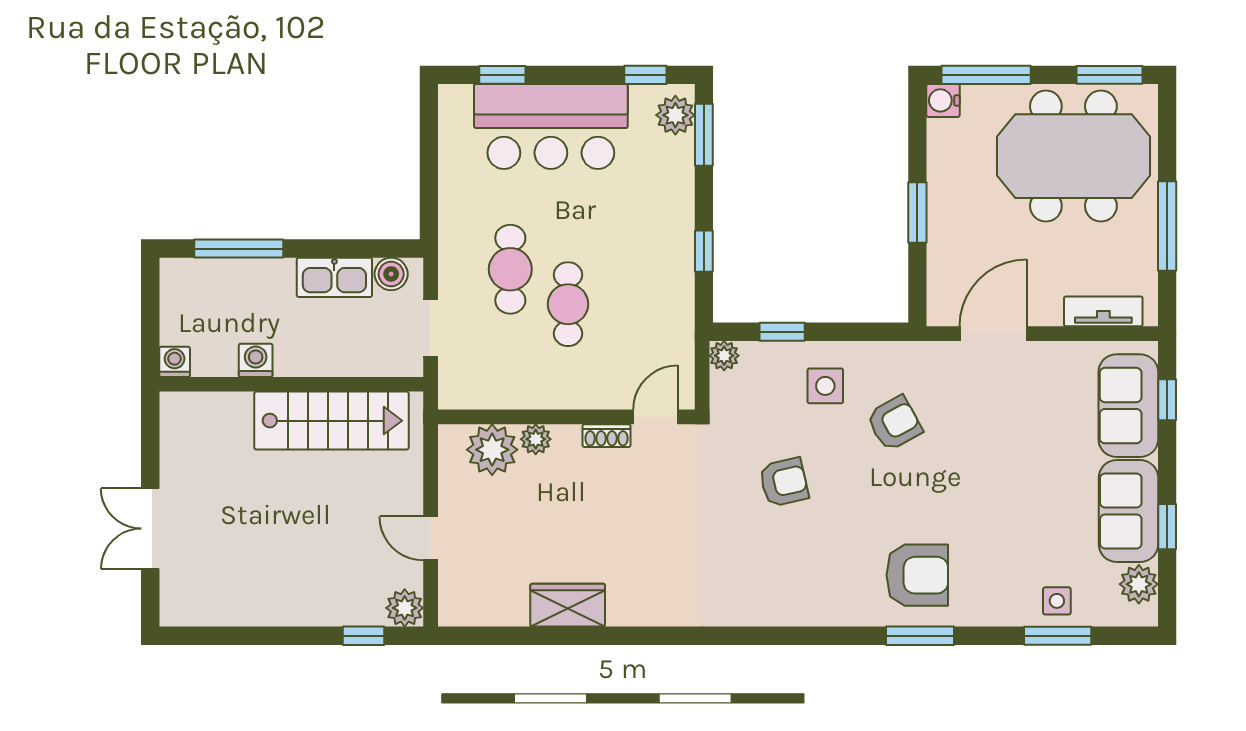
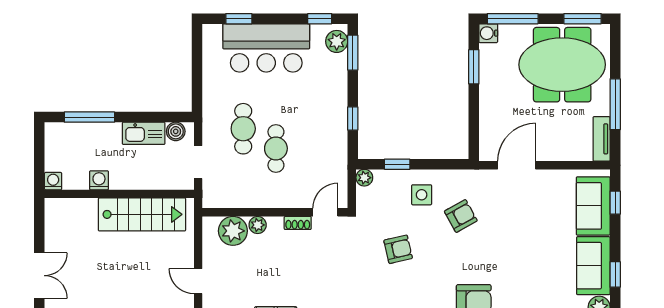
window: (917, 213) -> (474, 67), moved
tv unit: (1103, 311) -> (602, 139), moved, turned -90
double door: (150, 529) -> (39, 276), swing flipped

